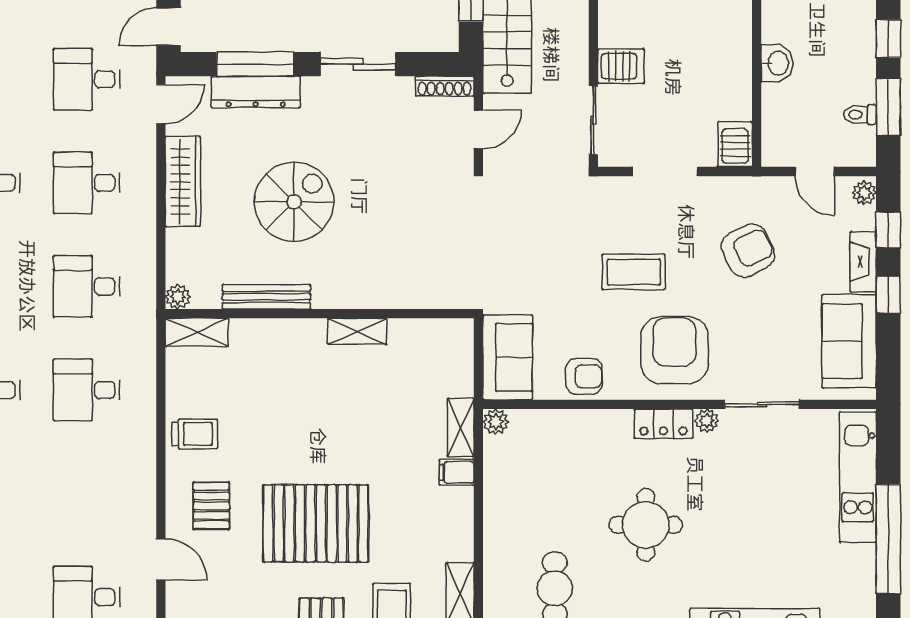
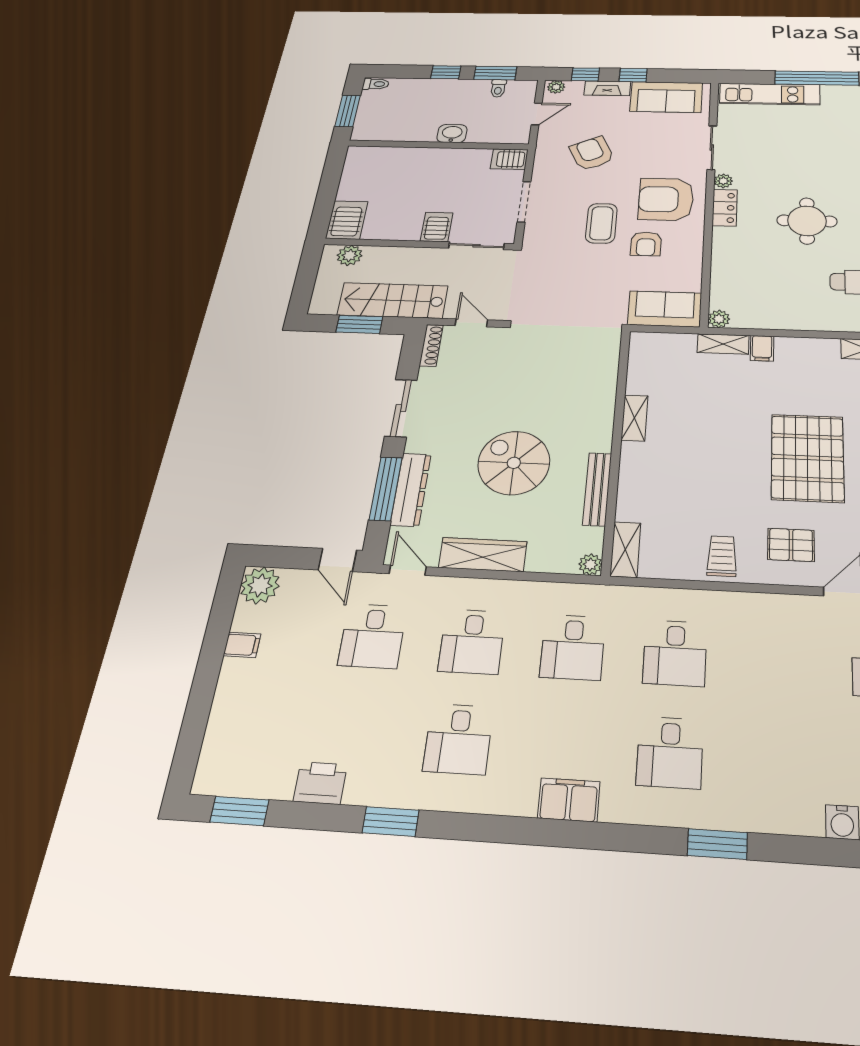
armchair: (584, 376) -> (646, 244), moved, turned 180

